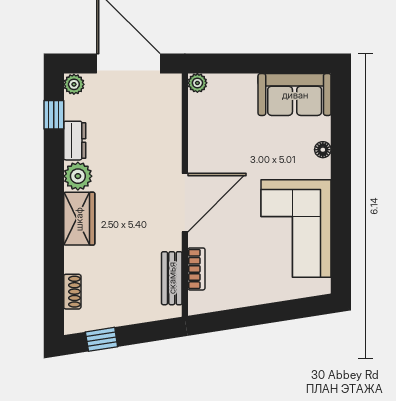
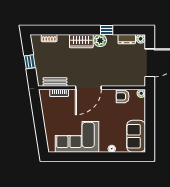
window: (54, 115) -> (107, 30), moved
armchair: (205, 125) -> (123, 96), added
dresser: (75, 141) -> (127, 39), moved
door: (185, 203) -> (88, 88), hinge flipped
window: (102, 339) -> (30, 62), moved

